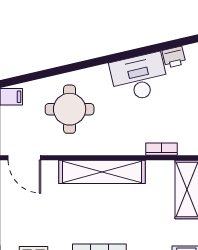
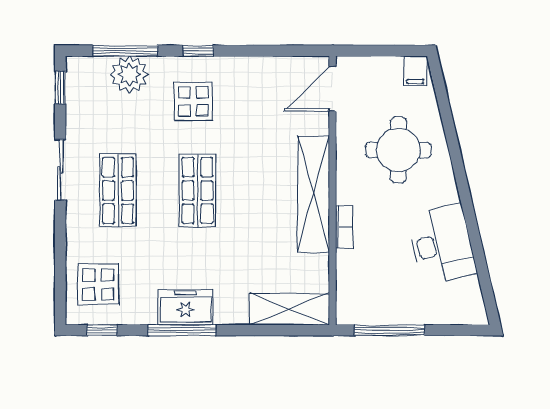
printer: (174, 57) -> (469, 292), removed
bookcase: (162, 149) -> (344, 227), moved

